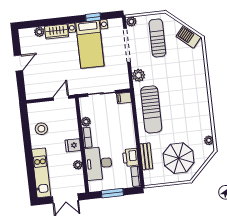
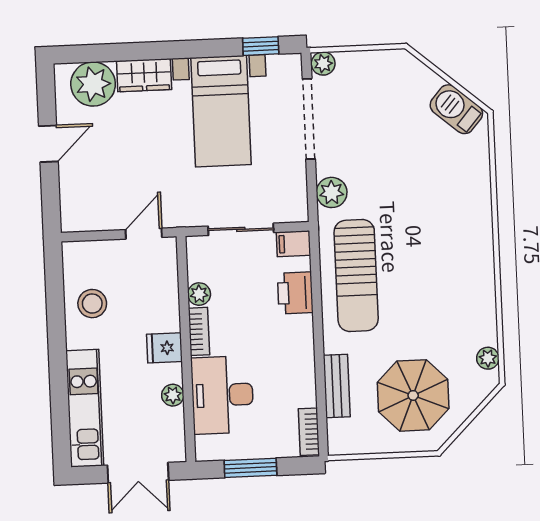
window: (93, 17) -> (261, 46), moved
plant: (39, 32) -> (93, 84), width x1.87, depth x1.87
sun lounger: (157, 38) -> (382, 107), removed
printer: (131, 157) -> (295, 293), moved

